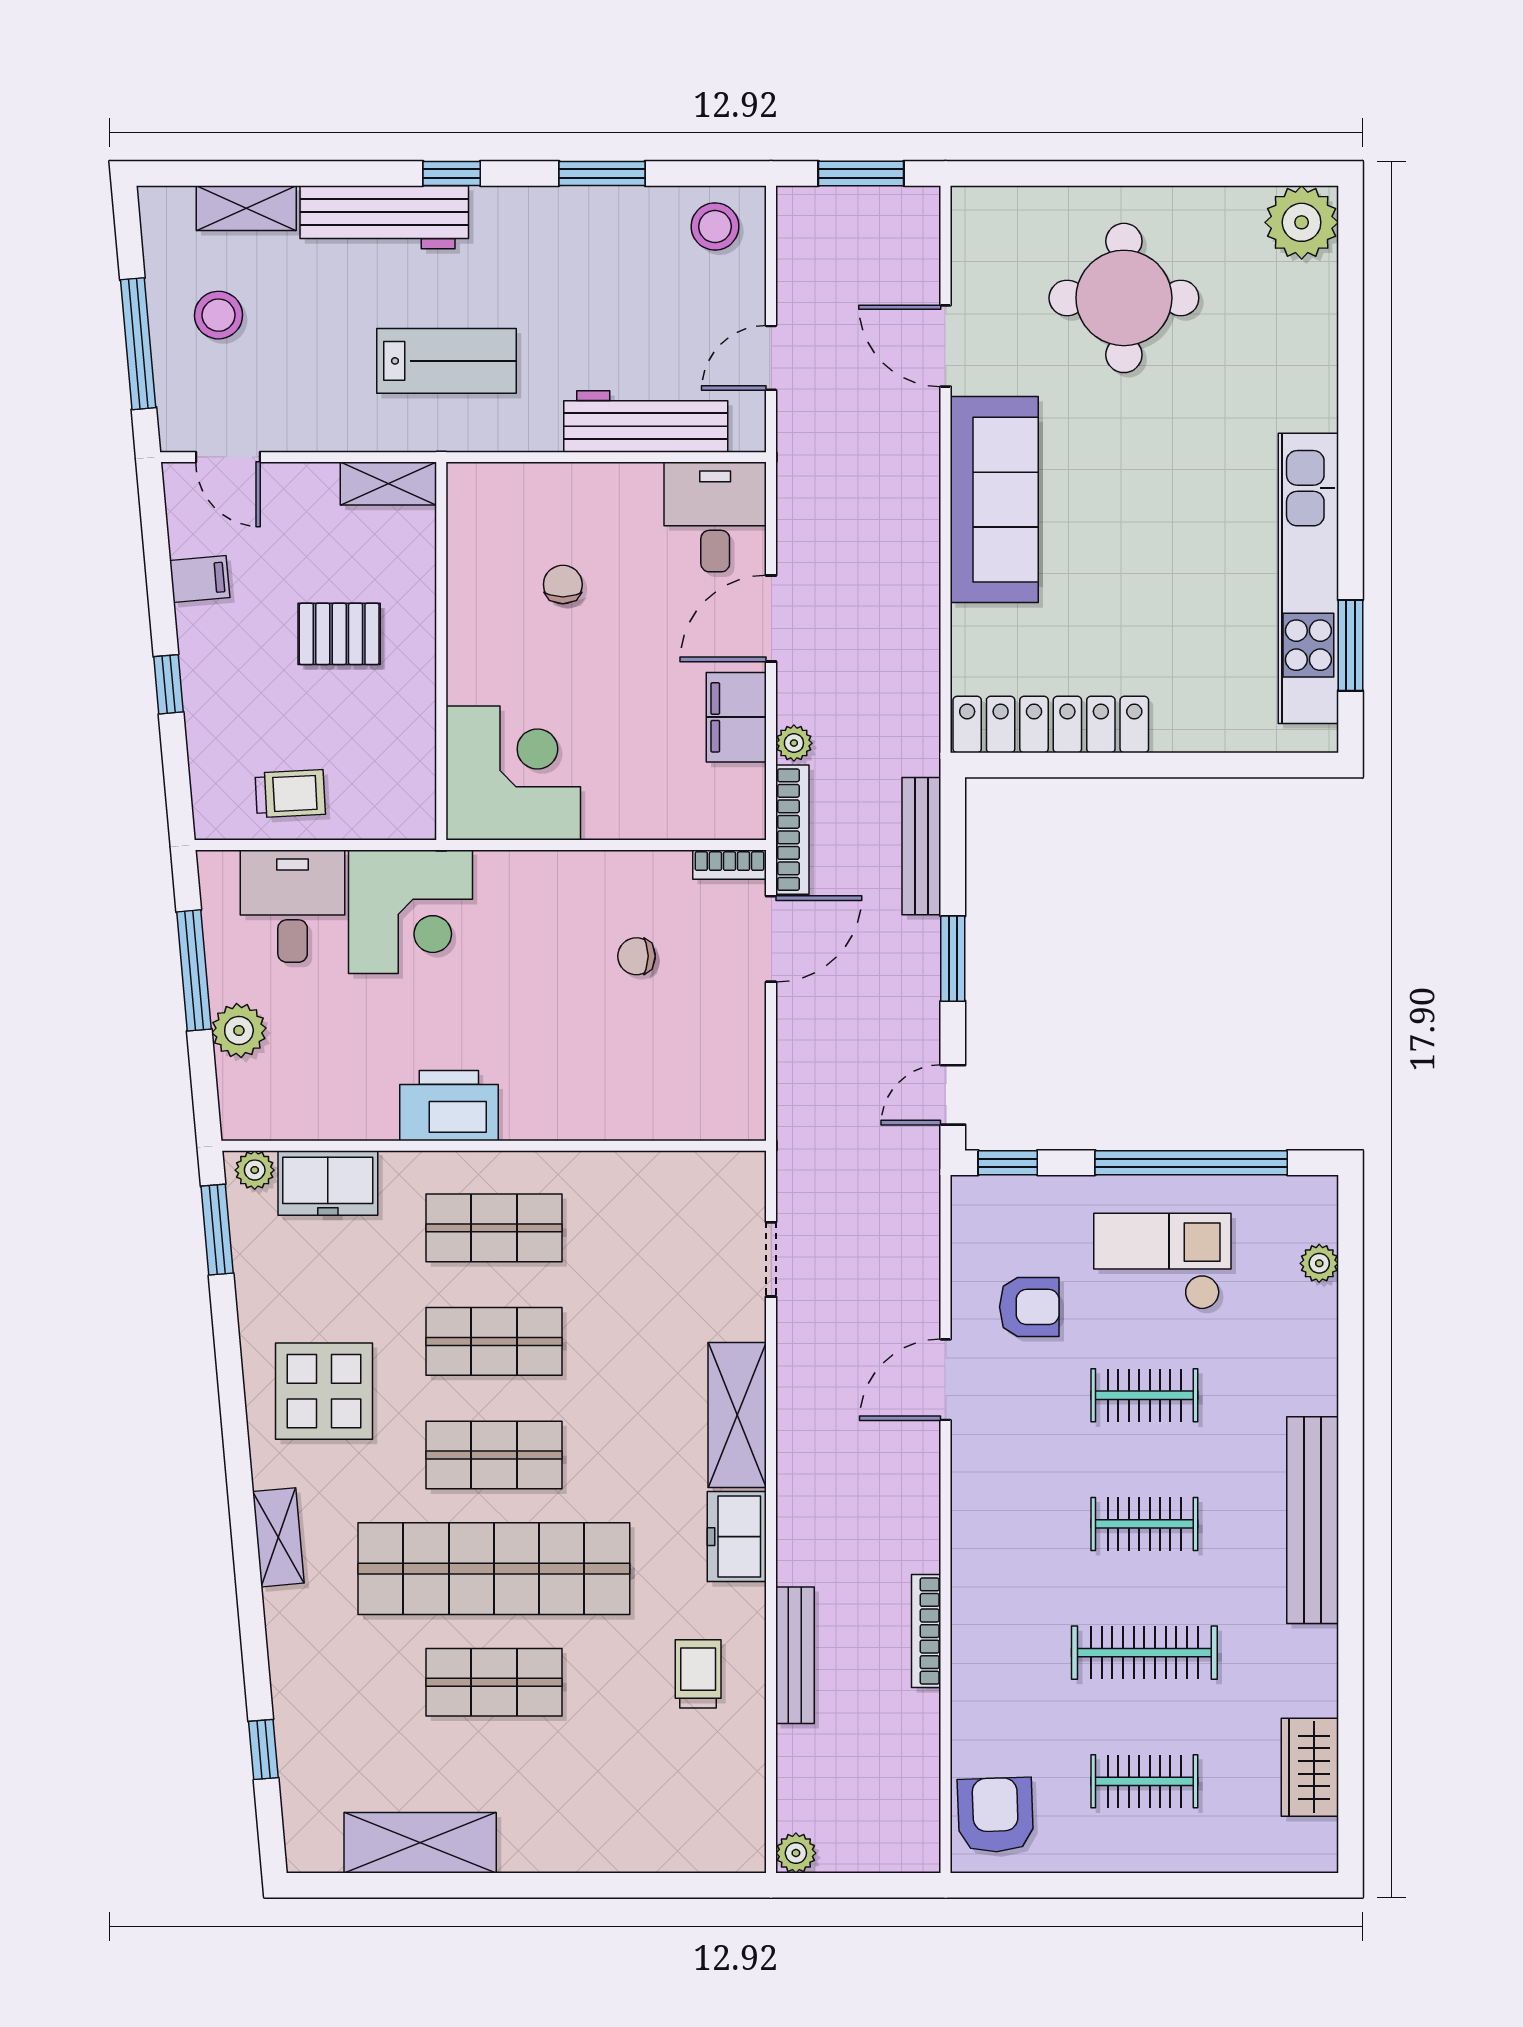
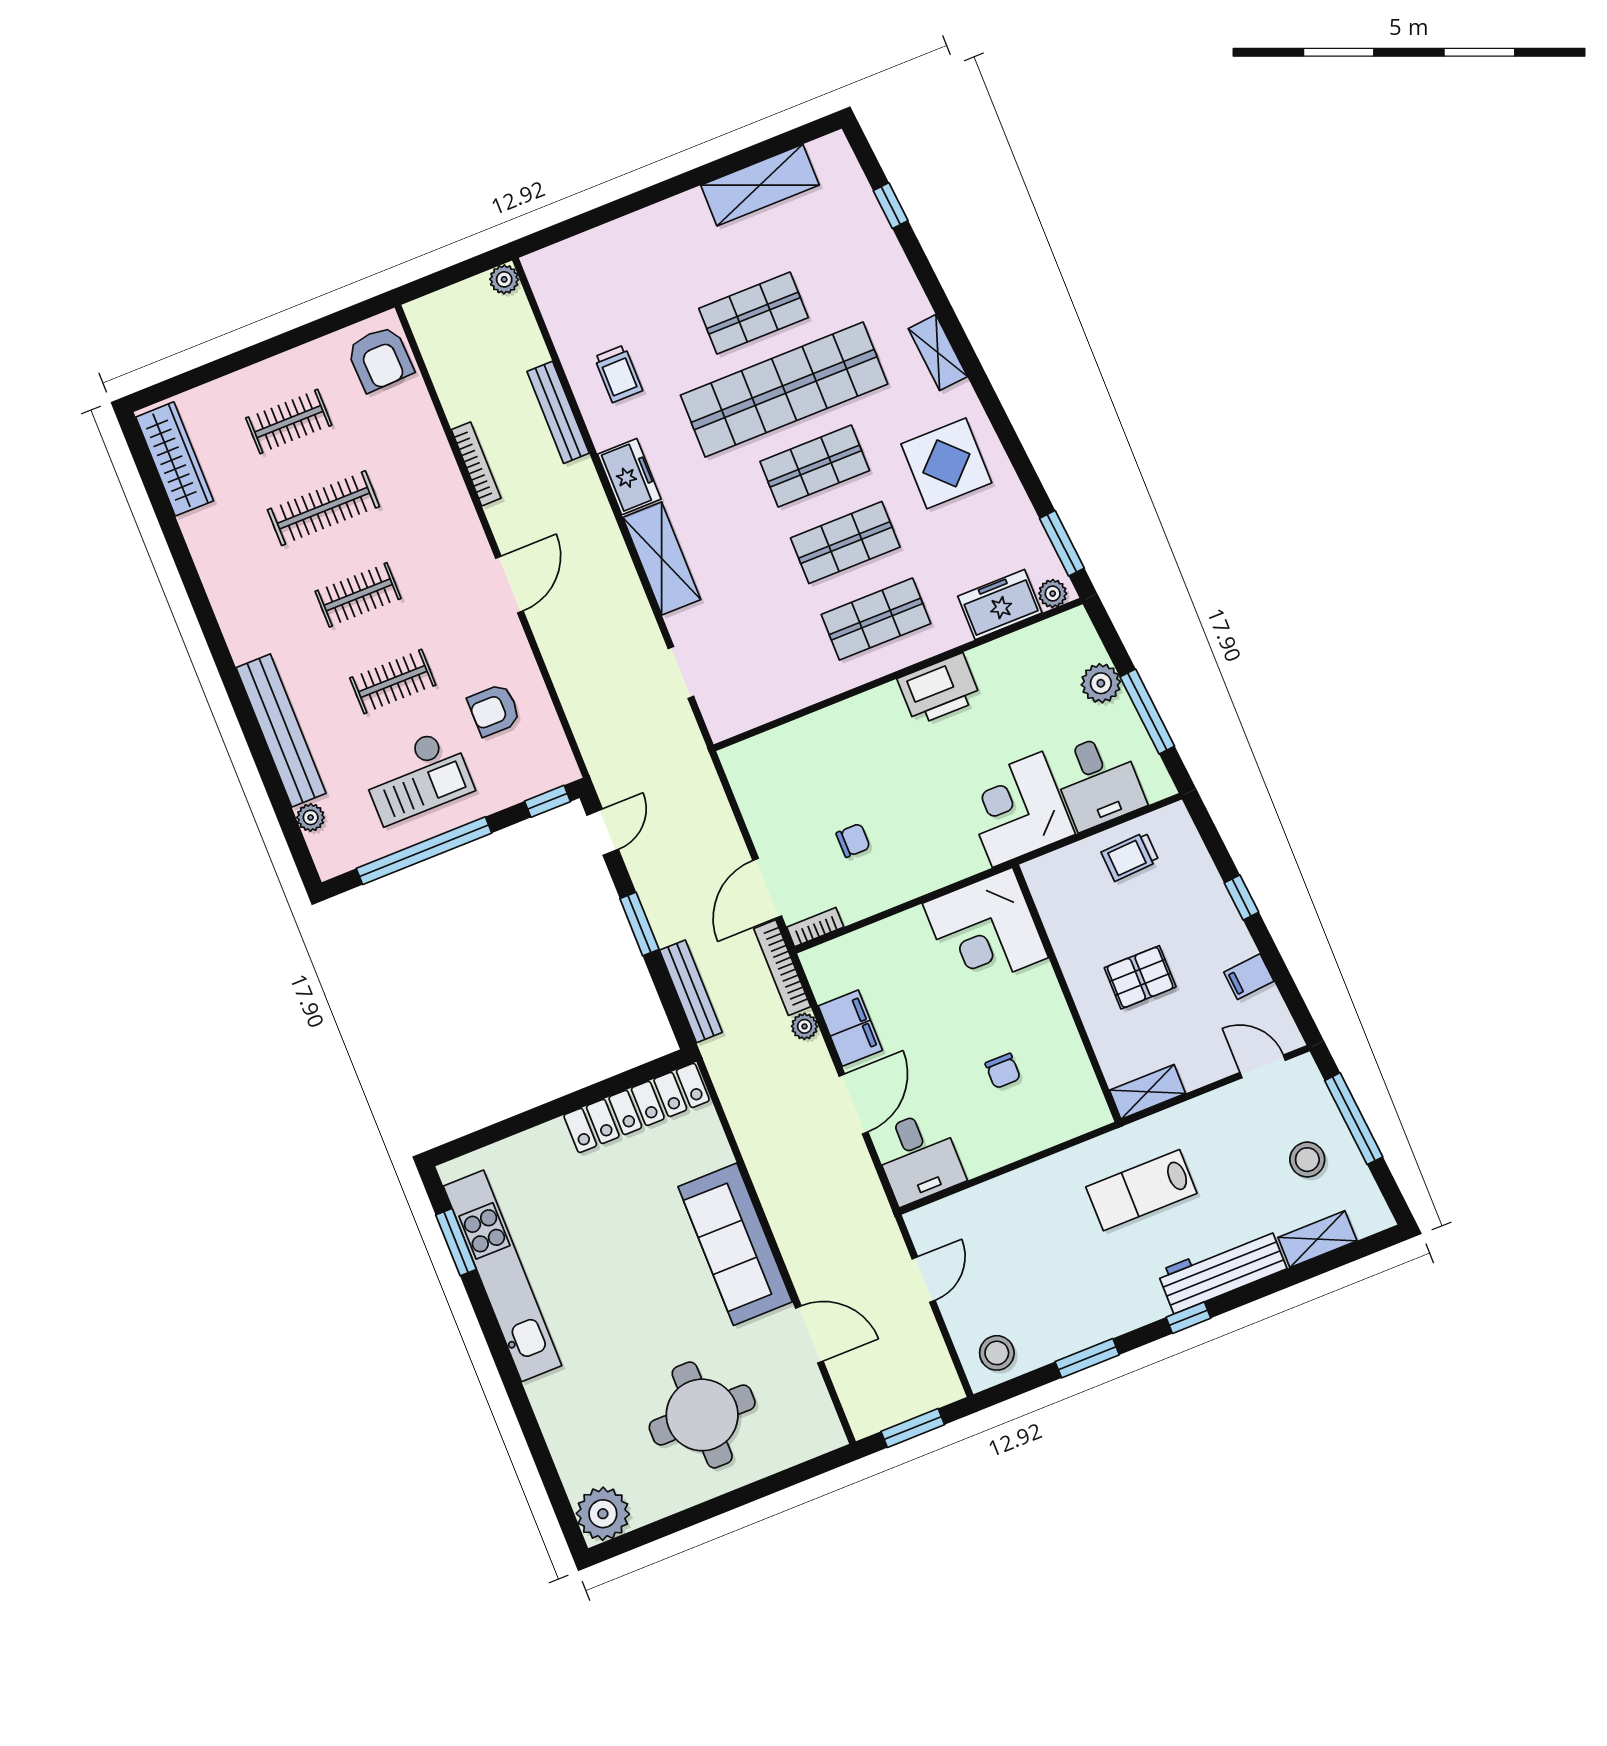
workbench: (646, 421) -> (991, 1203), removed
door: (946, 1380) -> (509, 585), moved
bench: (1313, 1520) -> (281, 731), moved
wardrobe: (1310, 1767) -> (175, 459), width x1.50

